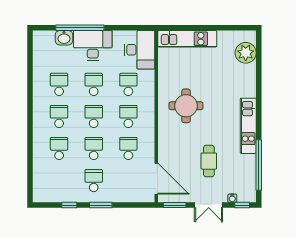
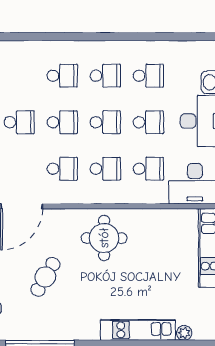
plant: (246, 53) -> (184, 333), width x0.53, depth x0.53
round table: (186, 106) -> (104, 238), moved
kitchen unit: (248, 126) -> (138, 330), moved
cafe table: (209, 161) -> (45, 277), turned -60

